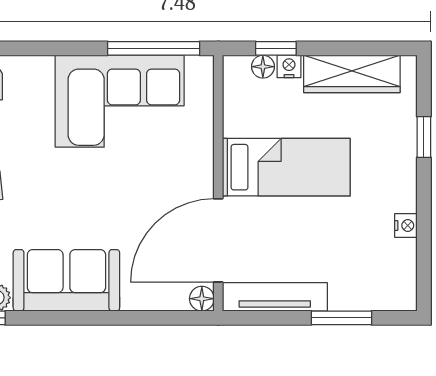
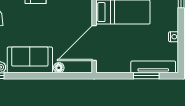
tv unit: (275, 297) -> (153, 67), moved
floor lamp: (202, 299) -> (59, 68), moved

